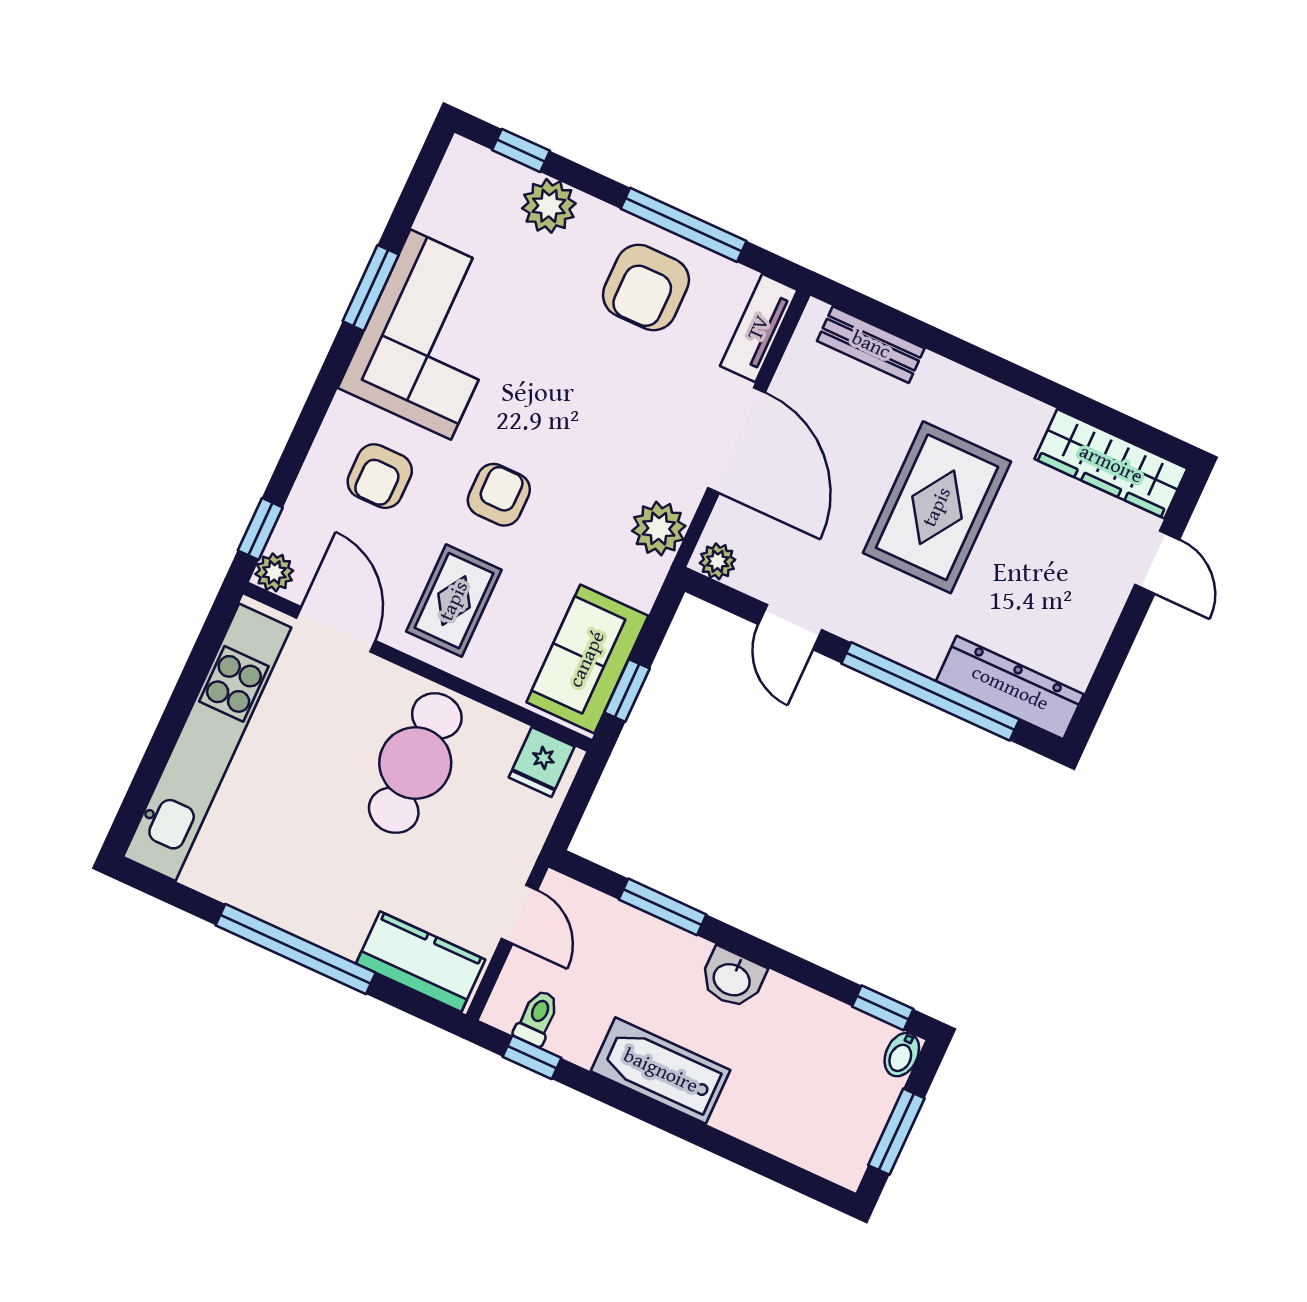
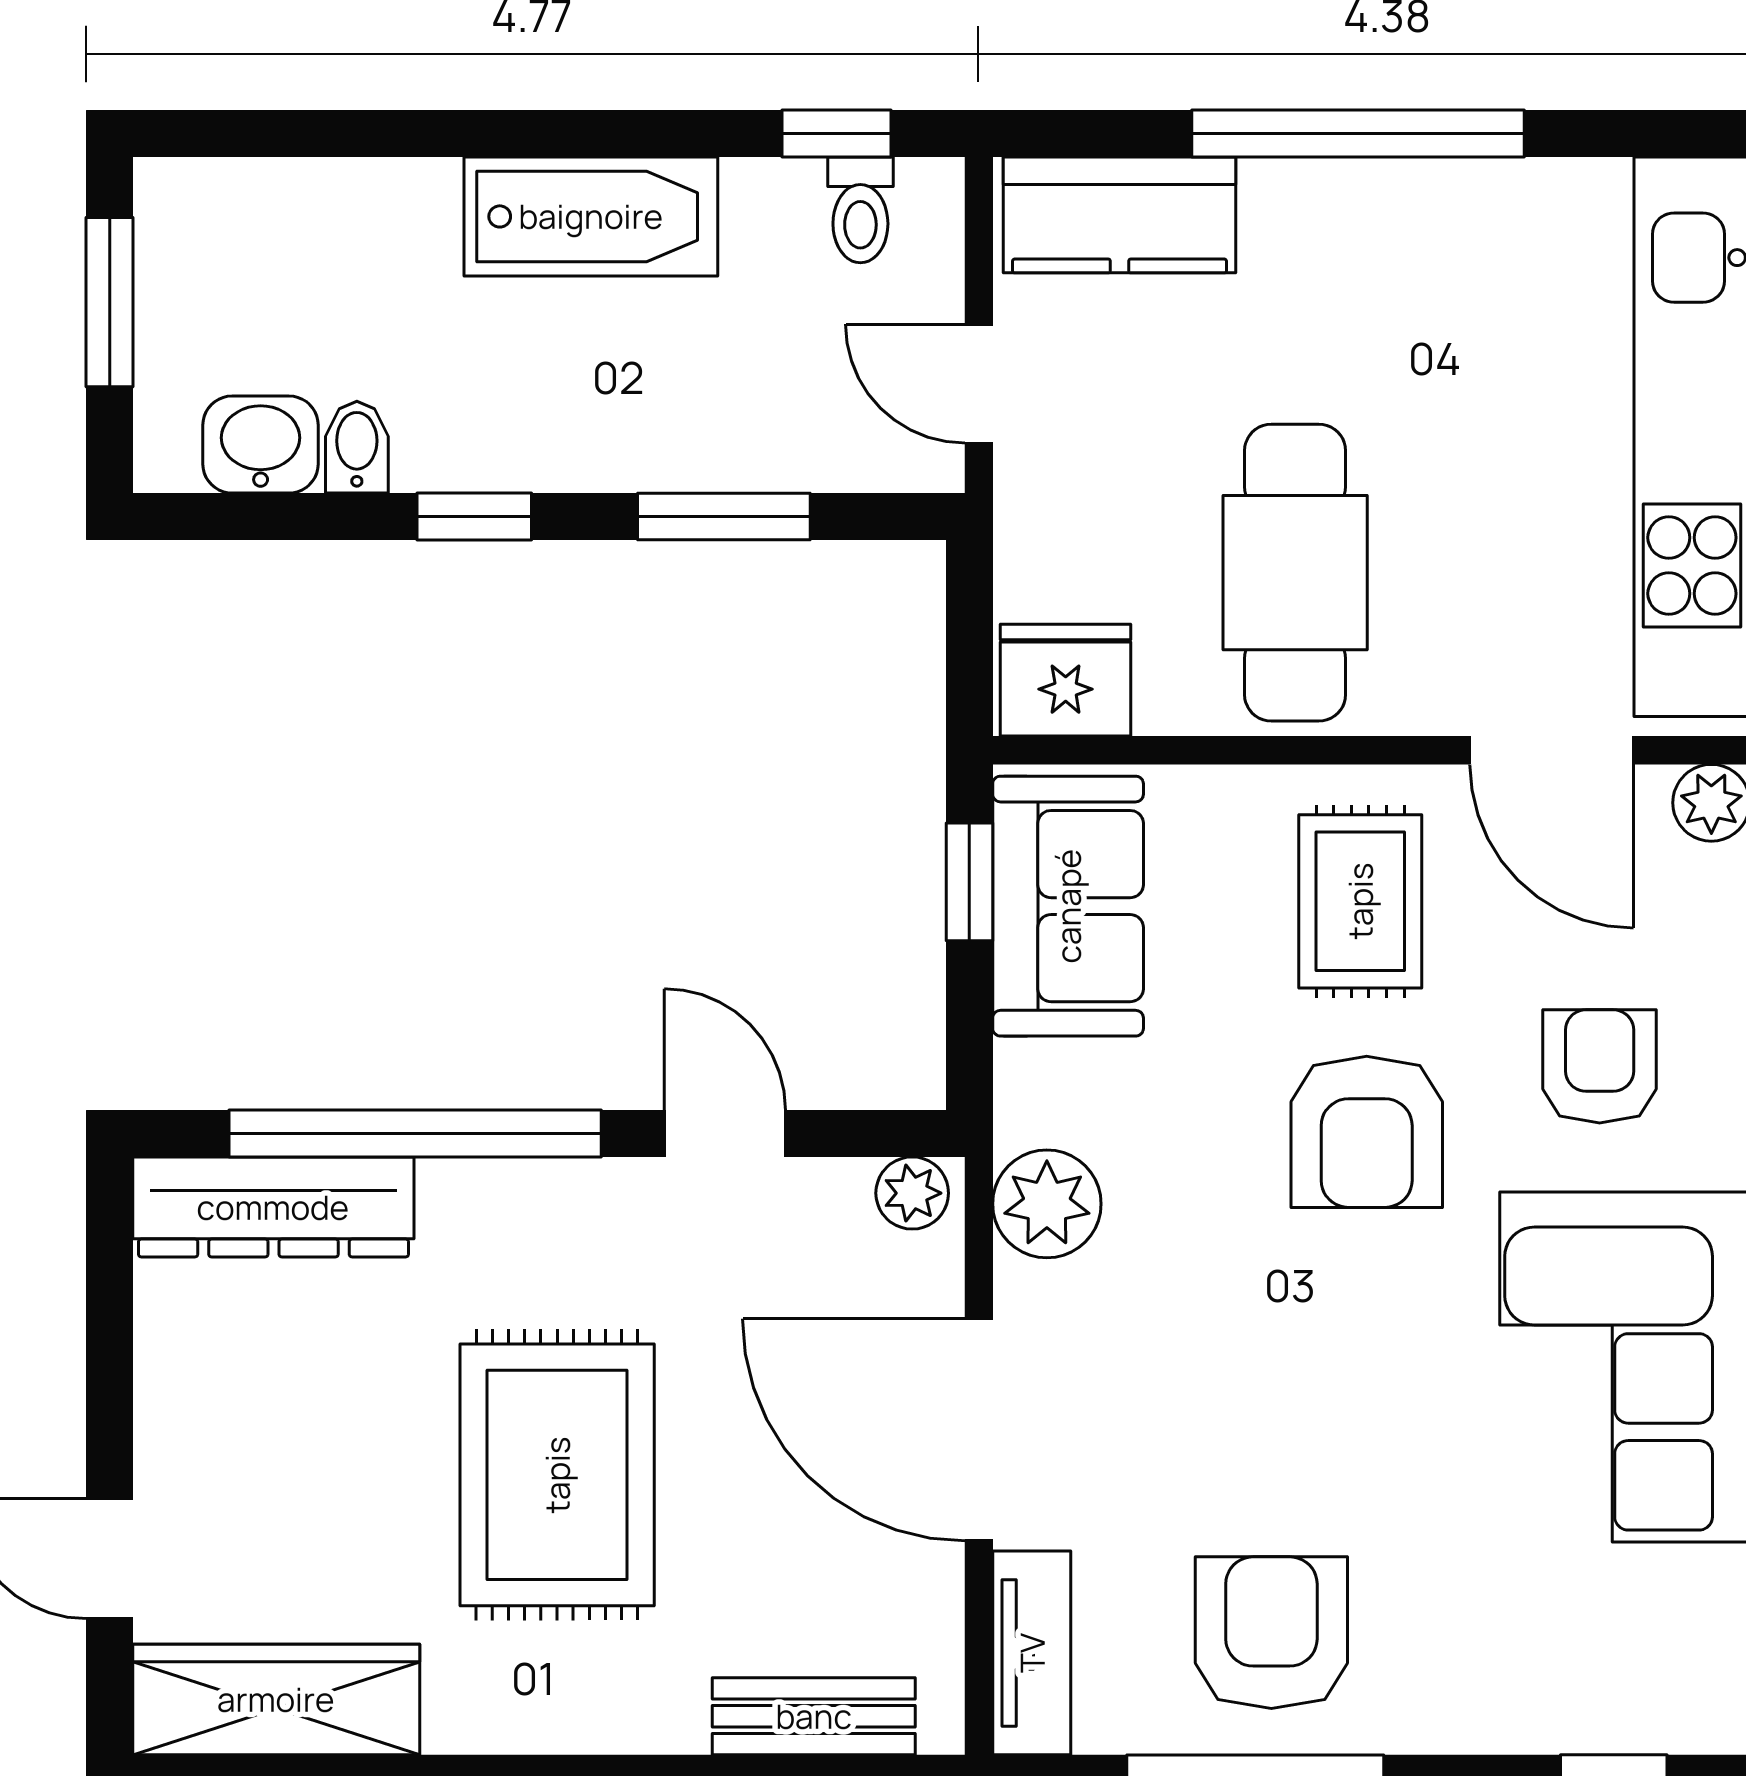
plant: (549, 206) -> (1517, 1700), removed
armchair: (499, 495) -> (1367, 1132), width x1.38, depth x1.38
fridge: (542, 762) -> (1066, 680), width x1.38
washbasin: (732, 978) -> (261, 445), moved
window: (883, 1008) -> (474, 517), moved
bidet: (902, 1055) -> (357, 447), moved

